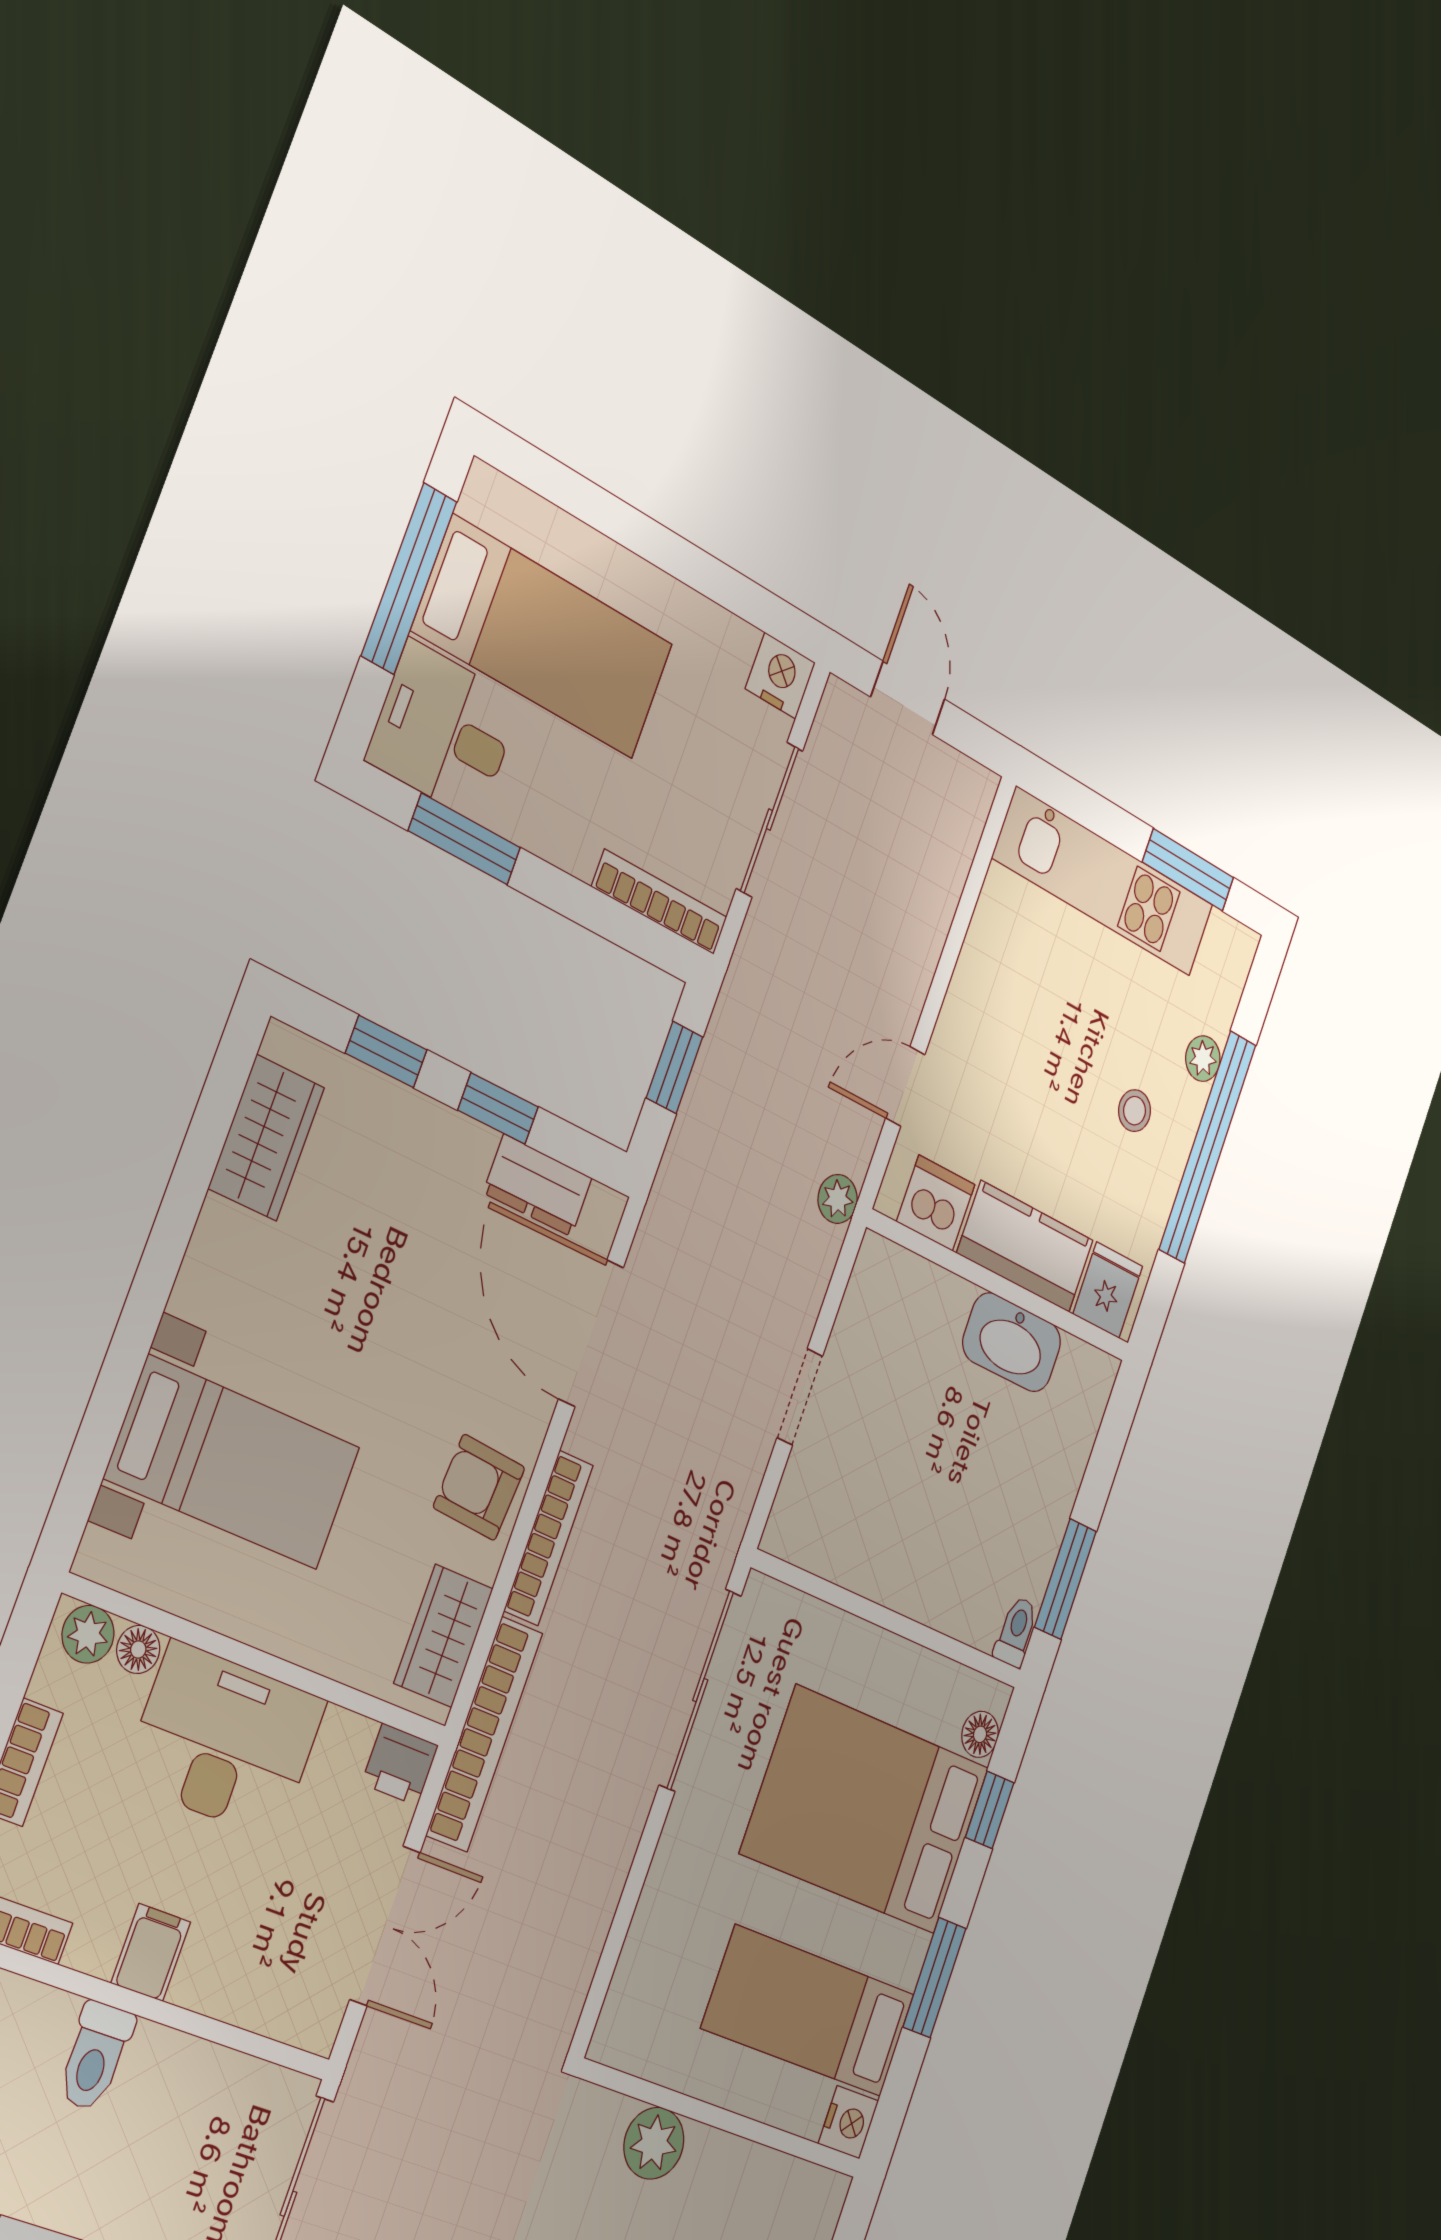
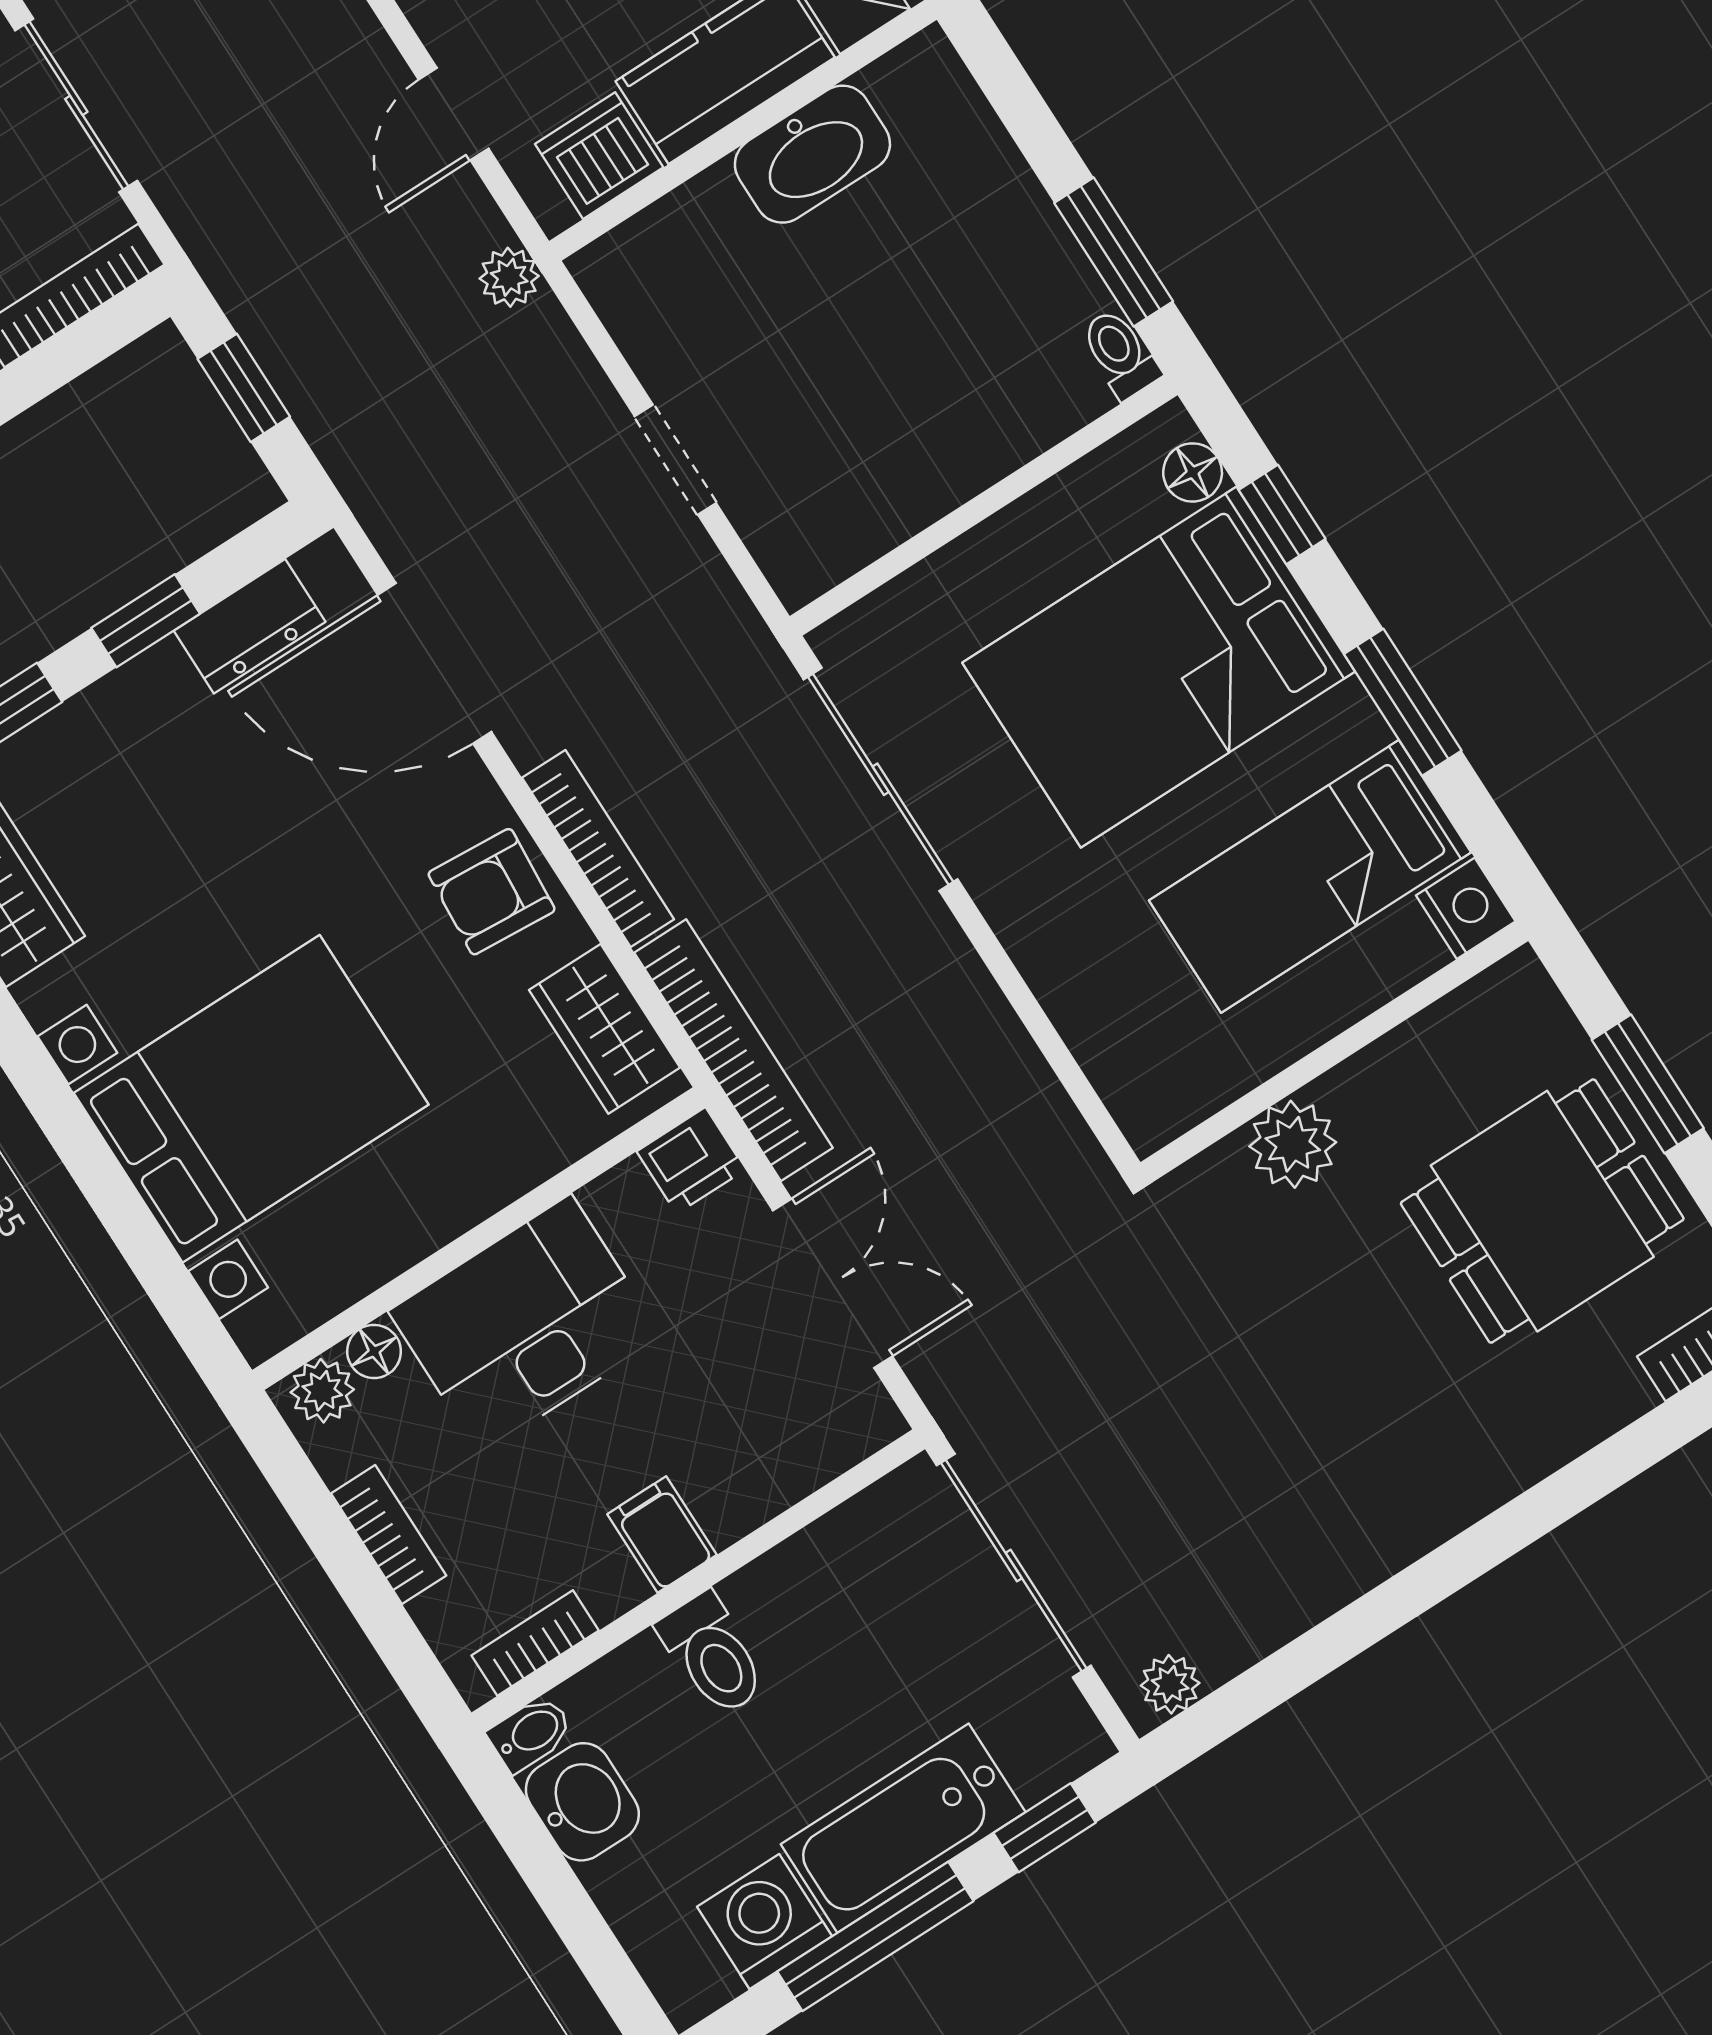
bed with nightstands: (233, 1463) -> (251, 1099), width x1.36

